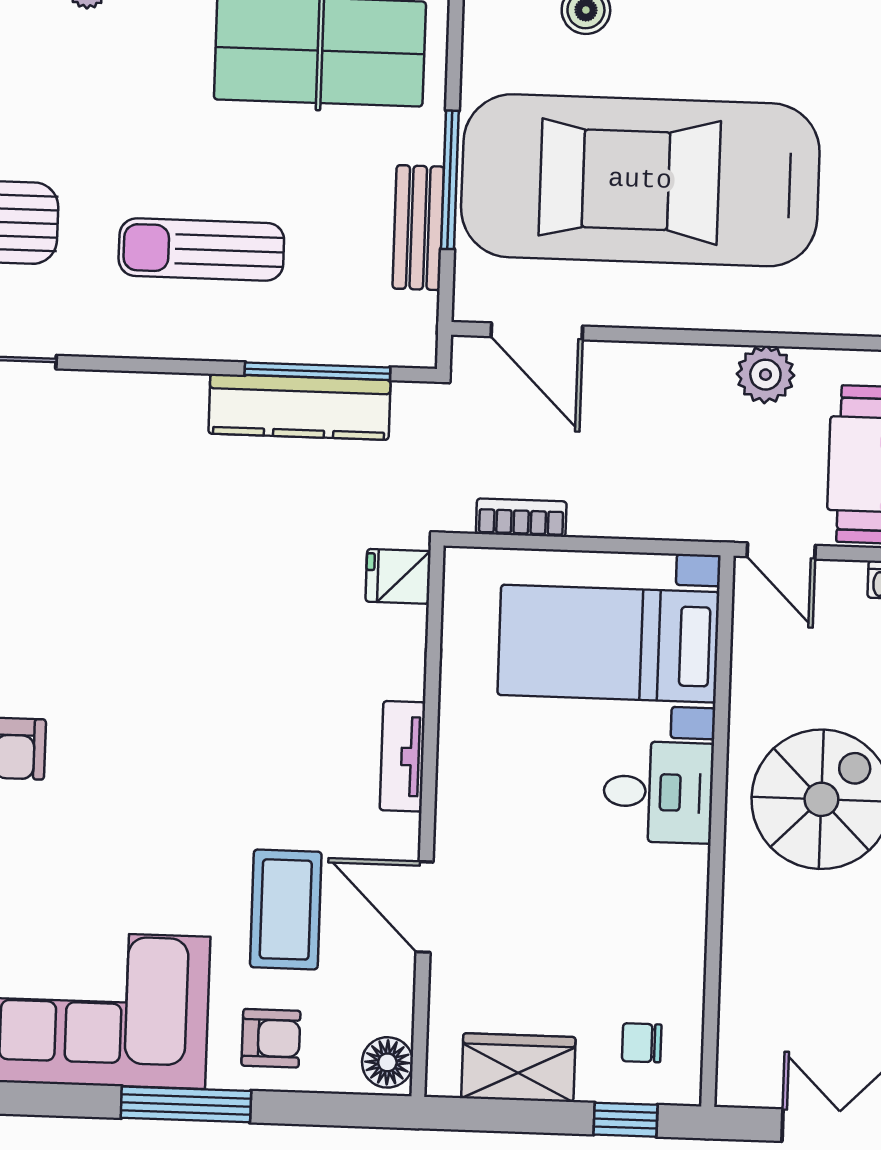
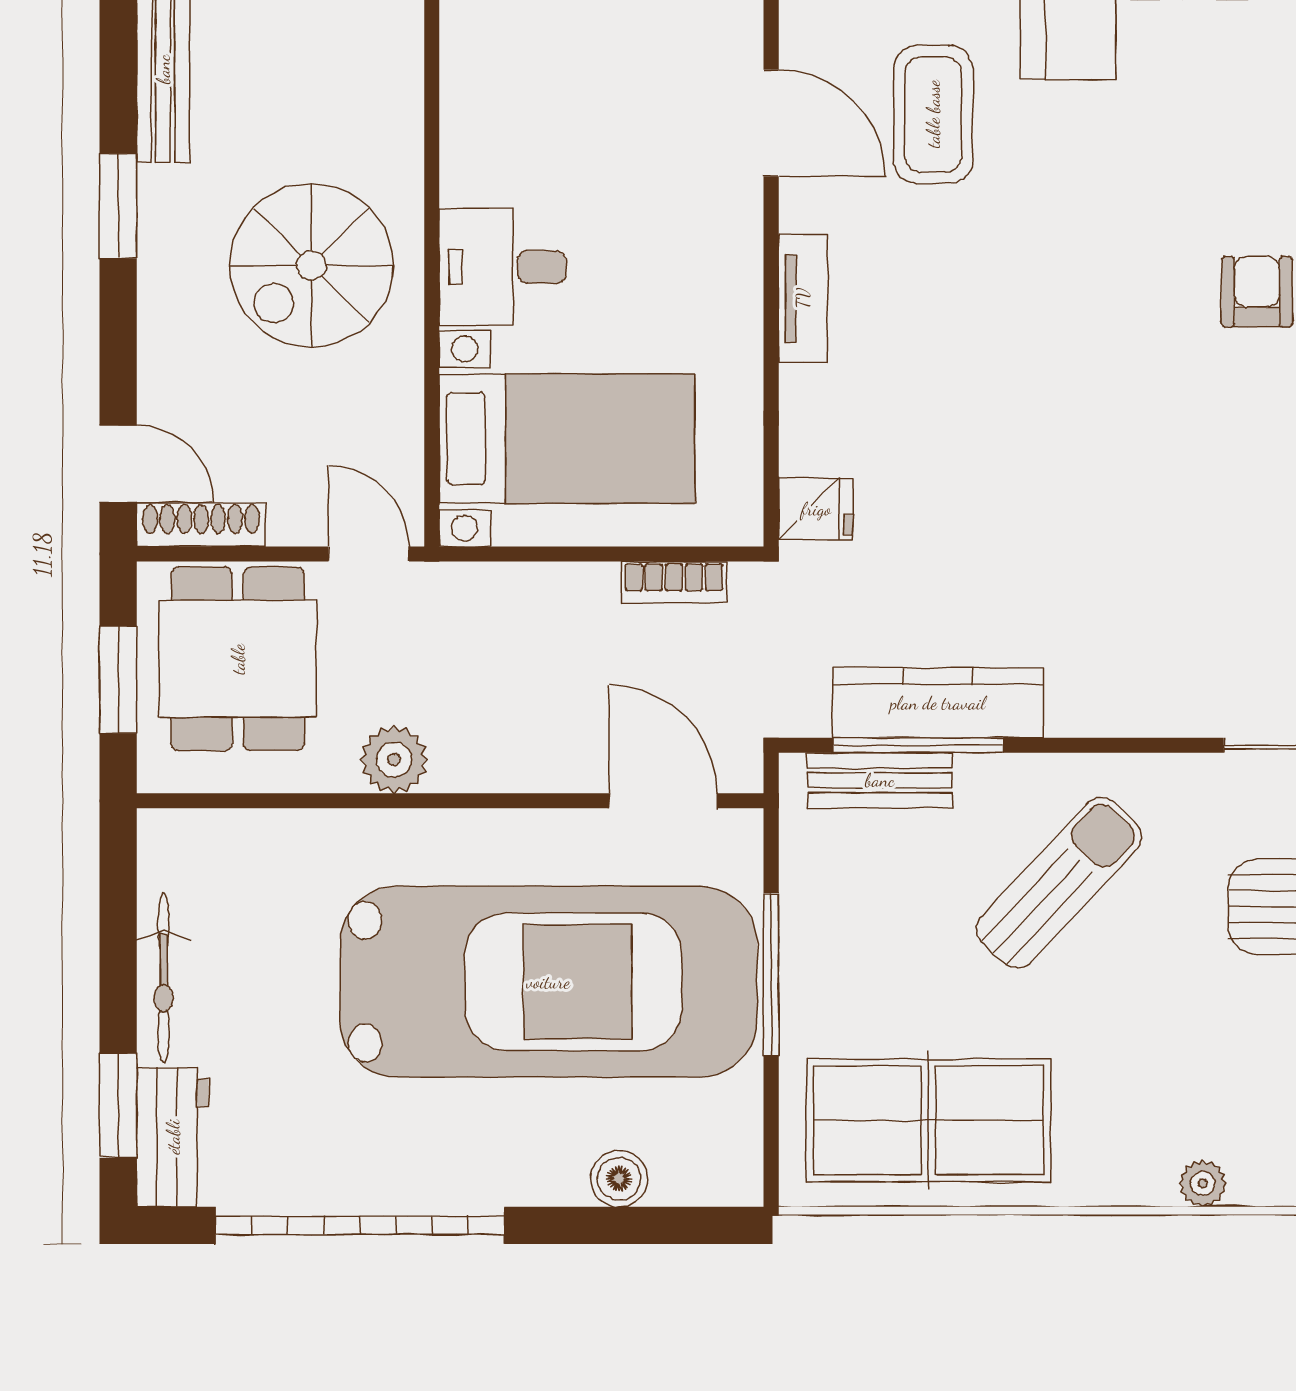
bench: (418, 228) -> (880, 780), moved, turned 90
sun lounger: (201, 250) -> (1059, 883), turned -47

